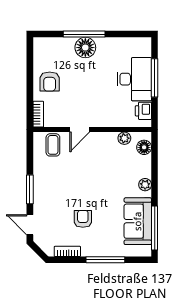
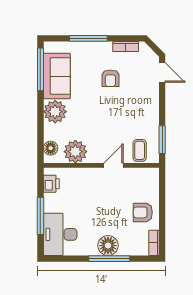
desk: (134, 79) -> (60, 234), moved
armchair: (50, 81) -> (143, 212), turned -90
bookcase: (38, 114) -> (154, 243), moved
plant: (124, 138) -> (75, 152), width x1.88, depth x1.88
plant: (145, 185) -> (55, 112), width x1.88, depth x1.88
window: (30, 189) -> (162, 140), moved

